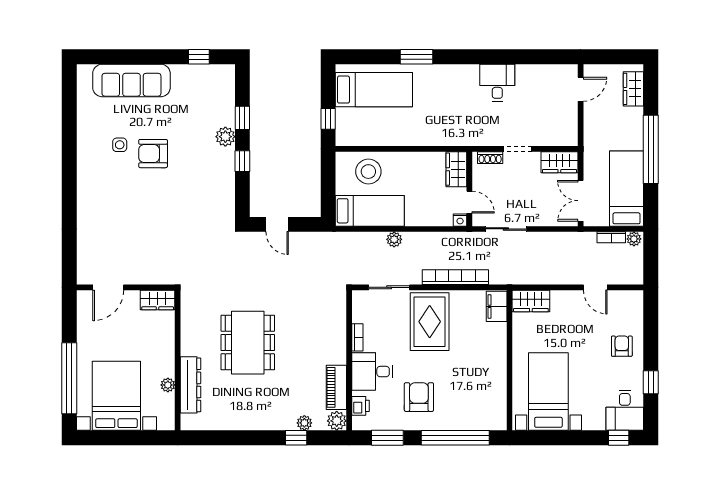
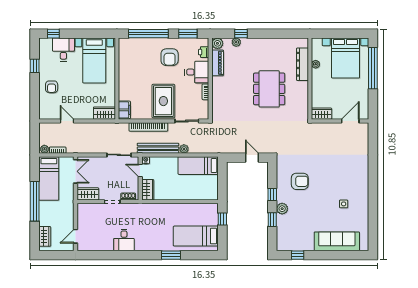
armchair: (153, 154) -> (300, 181), moved
stool: (368, 172) -> (199, 188), removed
bench: (439, 241) -> (158, 148), added
desk: (625, 410) -> (63, 49), moved

